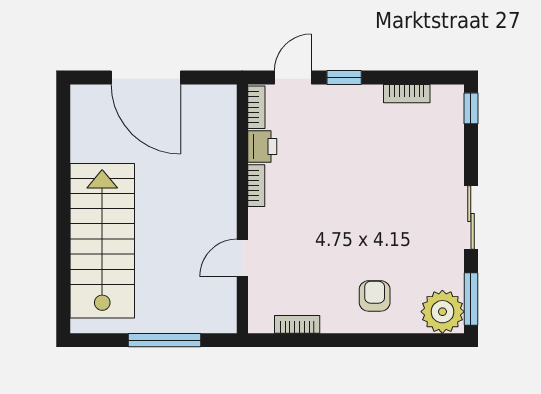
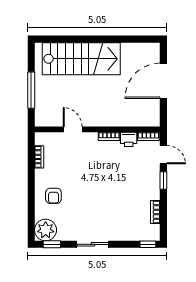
armchair: (375, 296) -> (53, 196), turned 90
window: (471, 299) -> (52, 244), width x0.67

